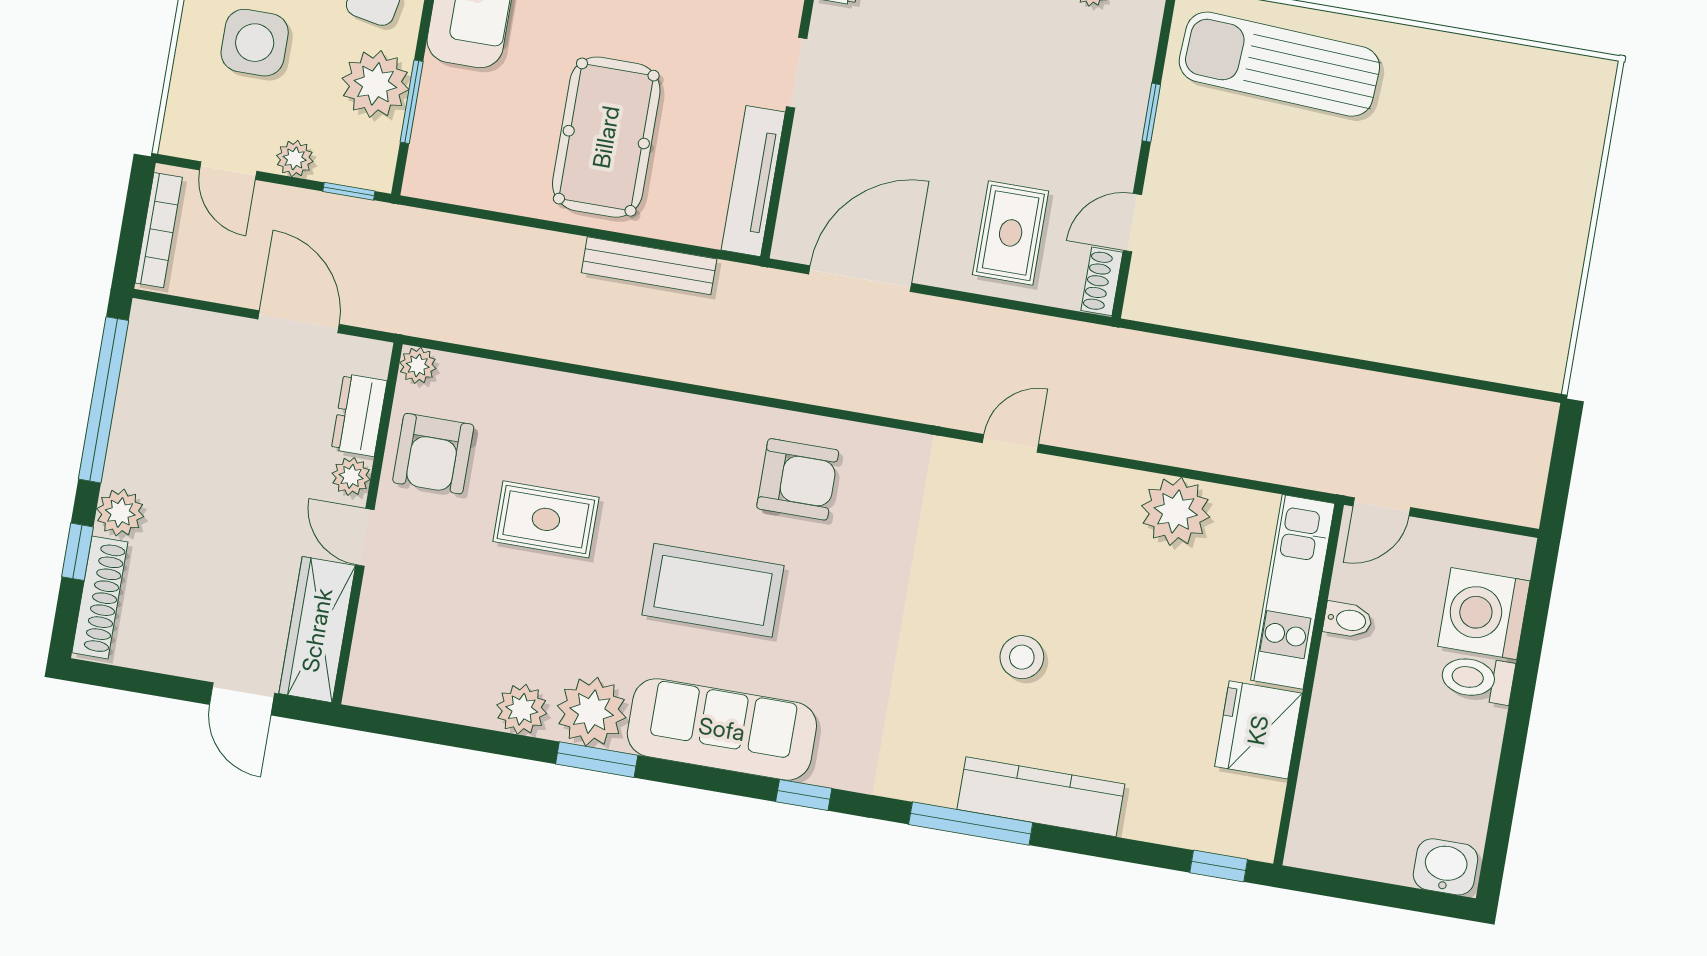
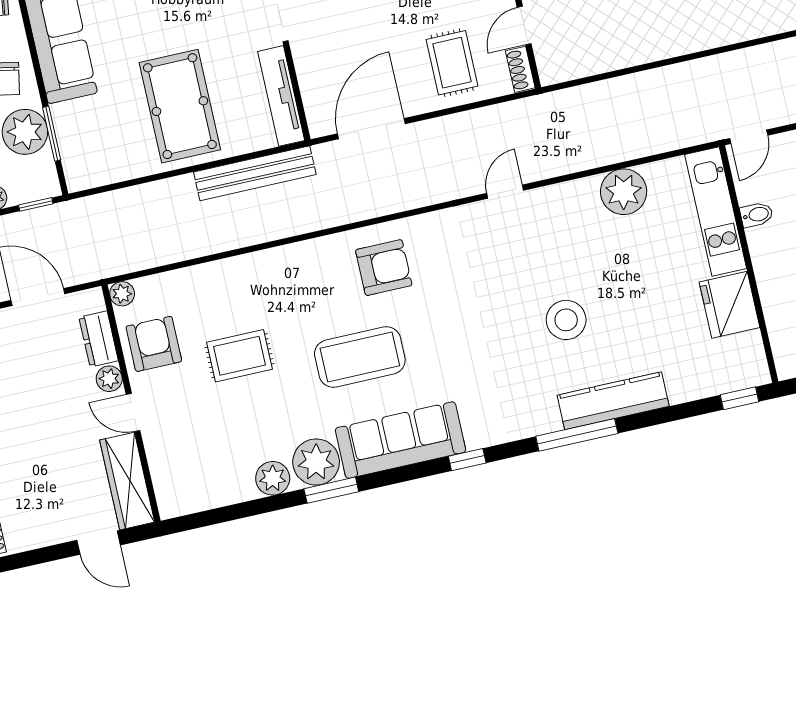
bench: (649, 266) -> (255, 173), width x1.37, depth x1.21
armchair: (433, 454) -> (154, 344), turned 180
stool: (1022, 657) -> (566, 320), width x1.38, depth x1.38

